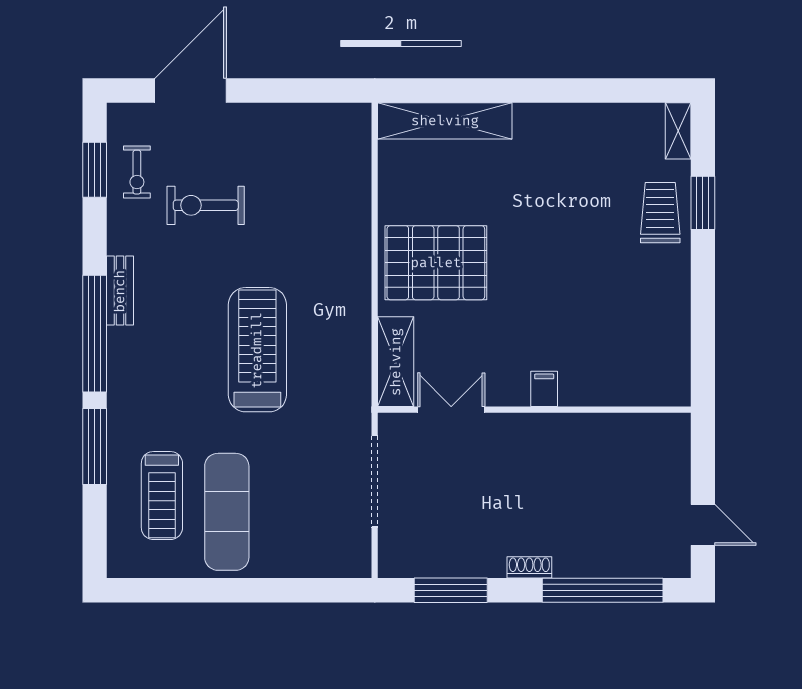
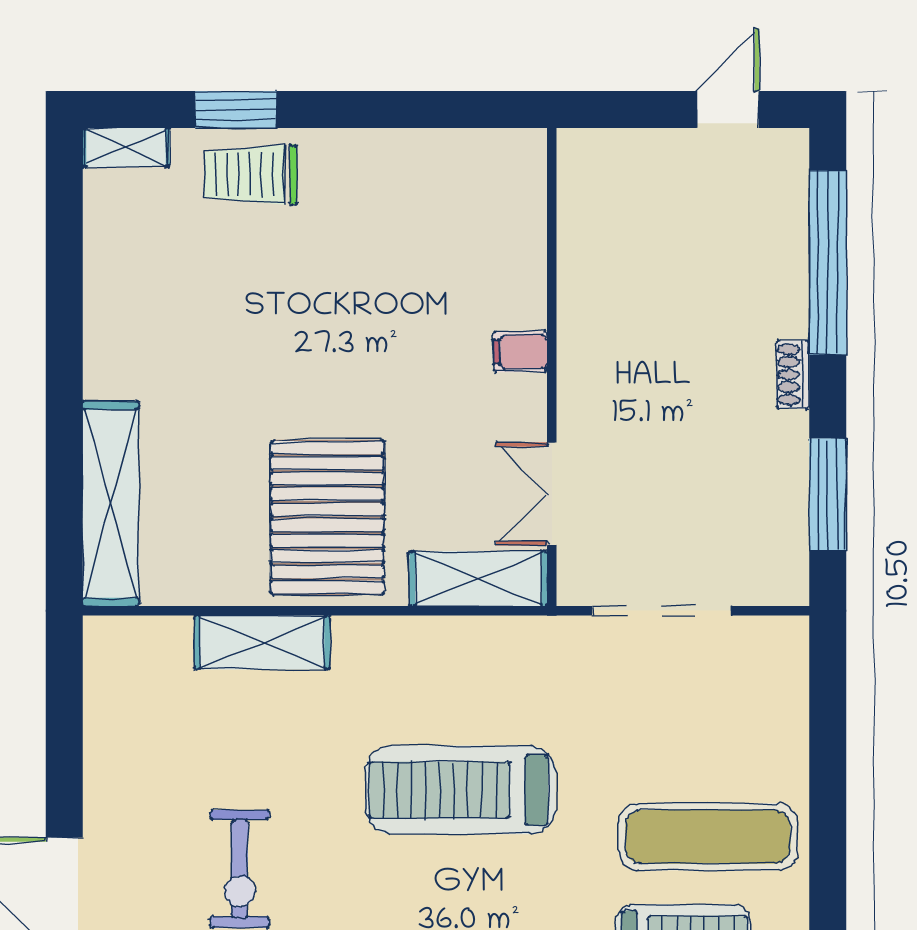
shelving: (354, 220) -> (262, 642), added

